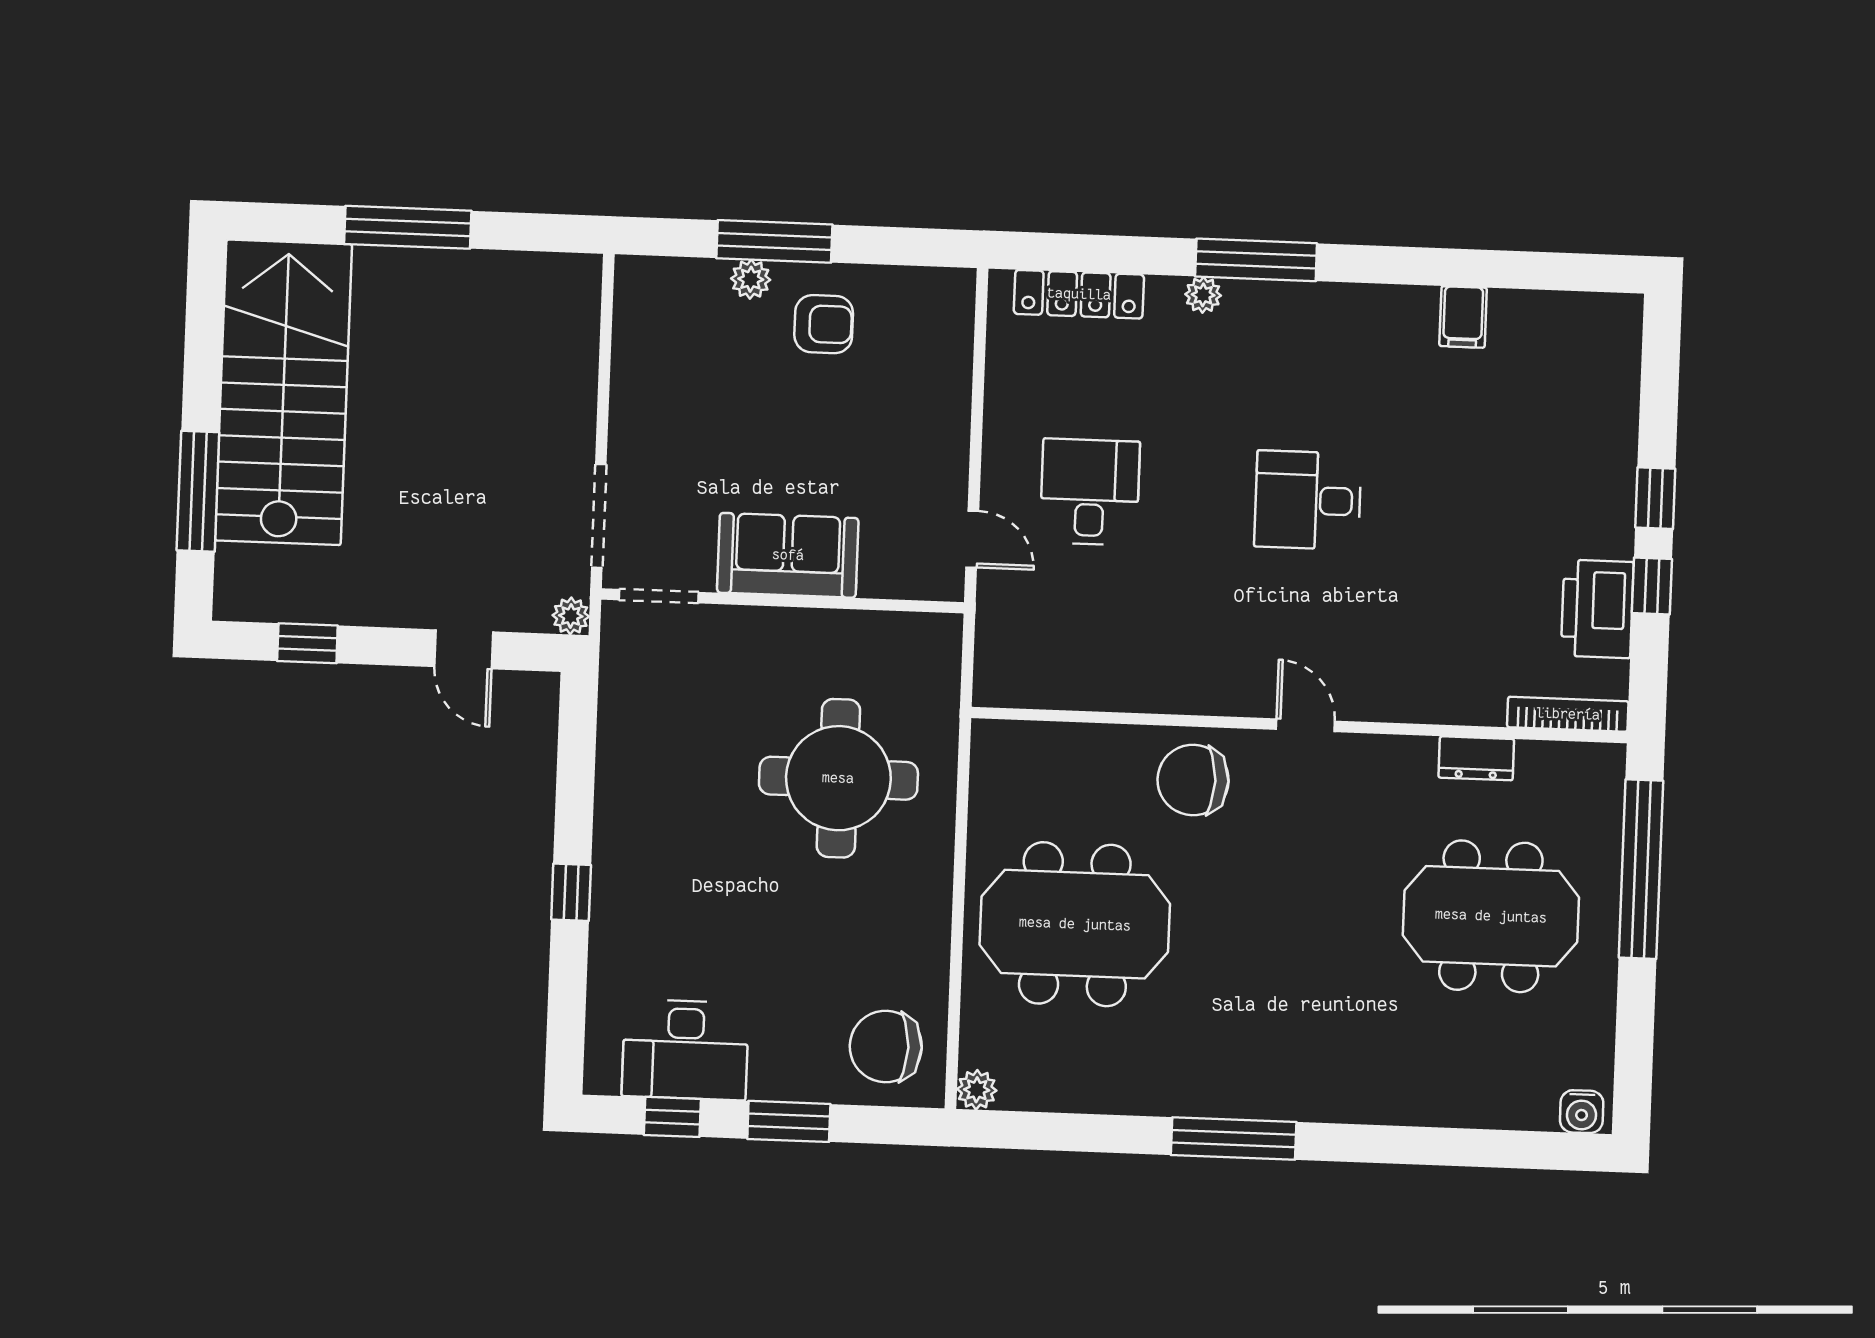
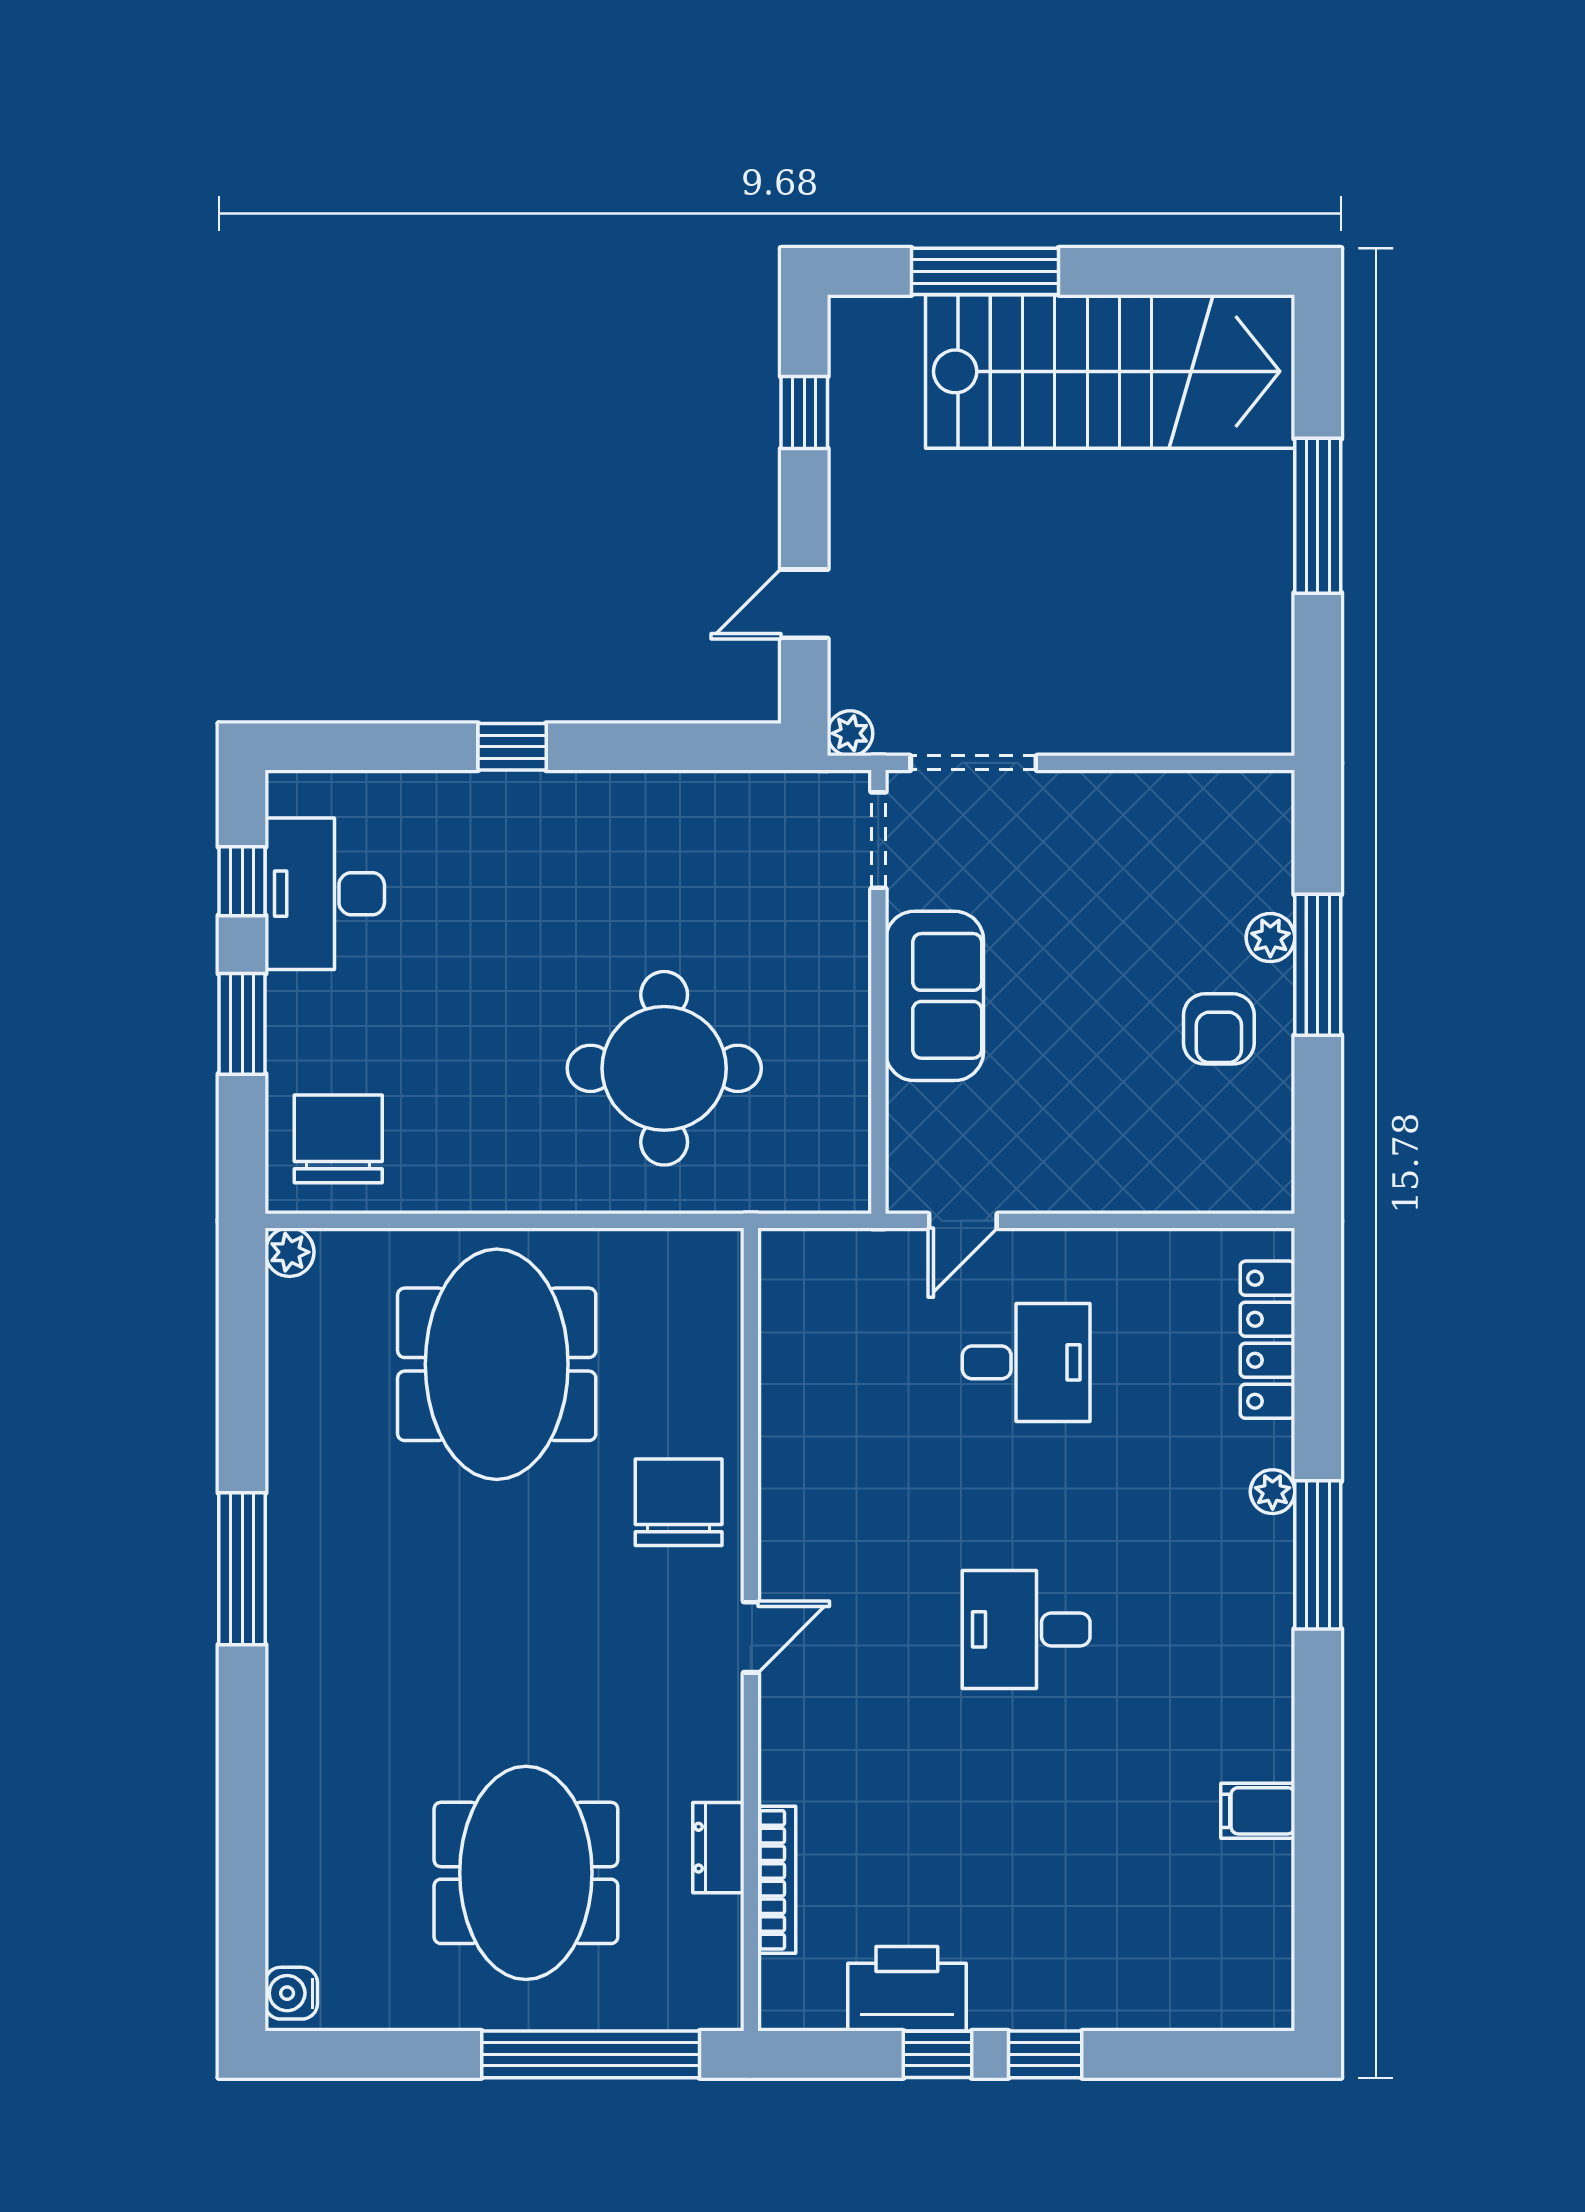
desk: (1308, 500) -> (1026, 1629), turned -90
bookcase: (1568, 714) -> (777, 1880), moved

